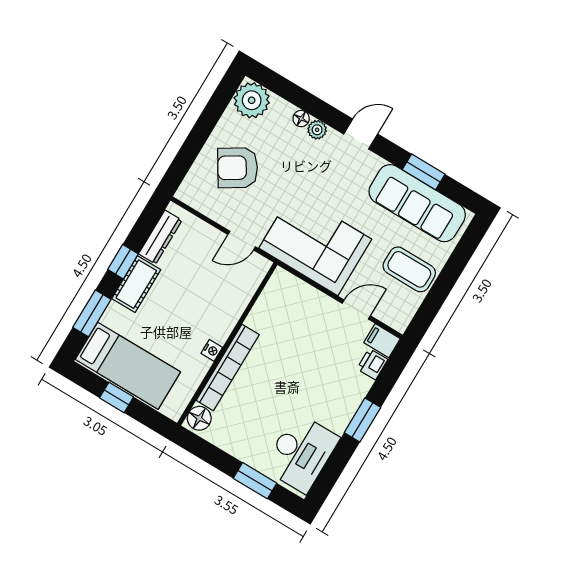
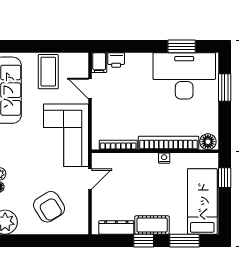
door: (242, 241) -> (90, 179), hinge flipped
bookcase: (263, 302) -> (118, 145), added
window: (116, 397) -> (225, 178), moved
window: (362, 420) -> (182, 46), moved
desk: (301, 453) -> (184, 76), width x1.36, depth x1.30

